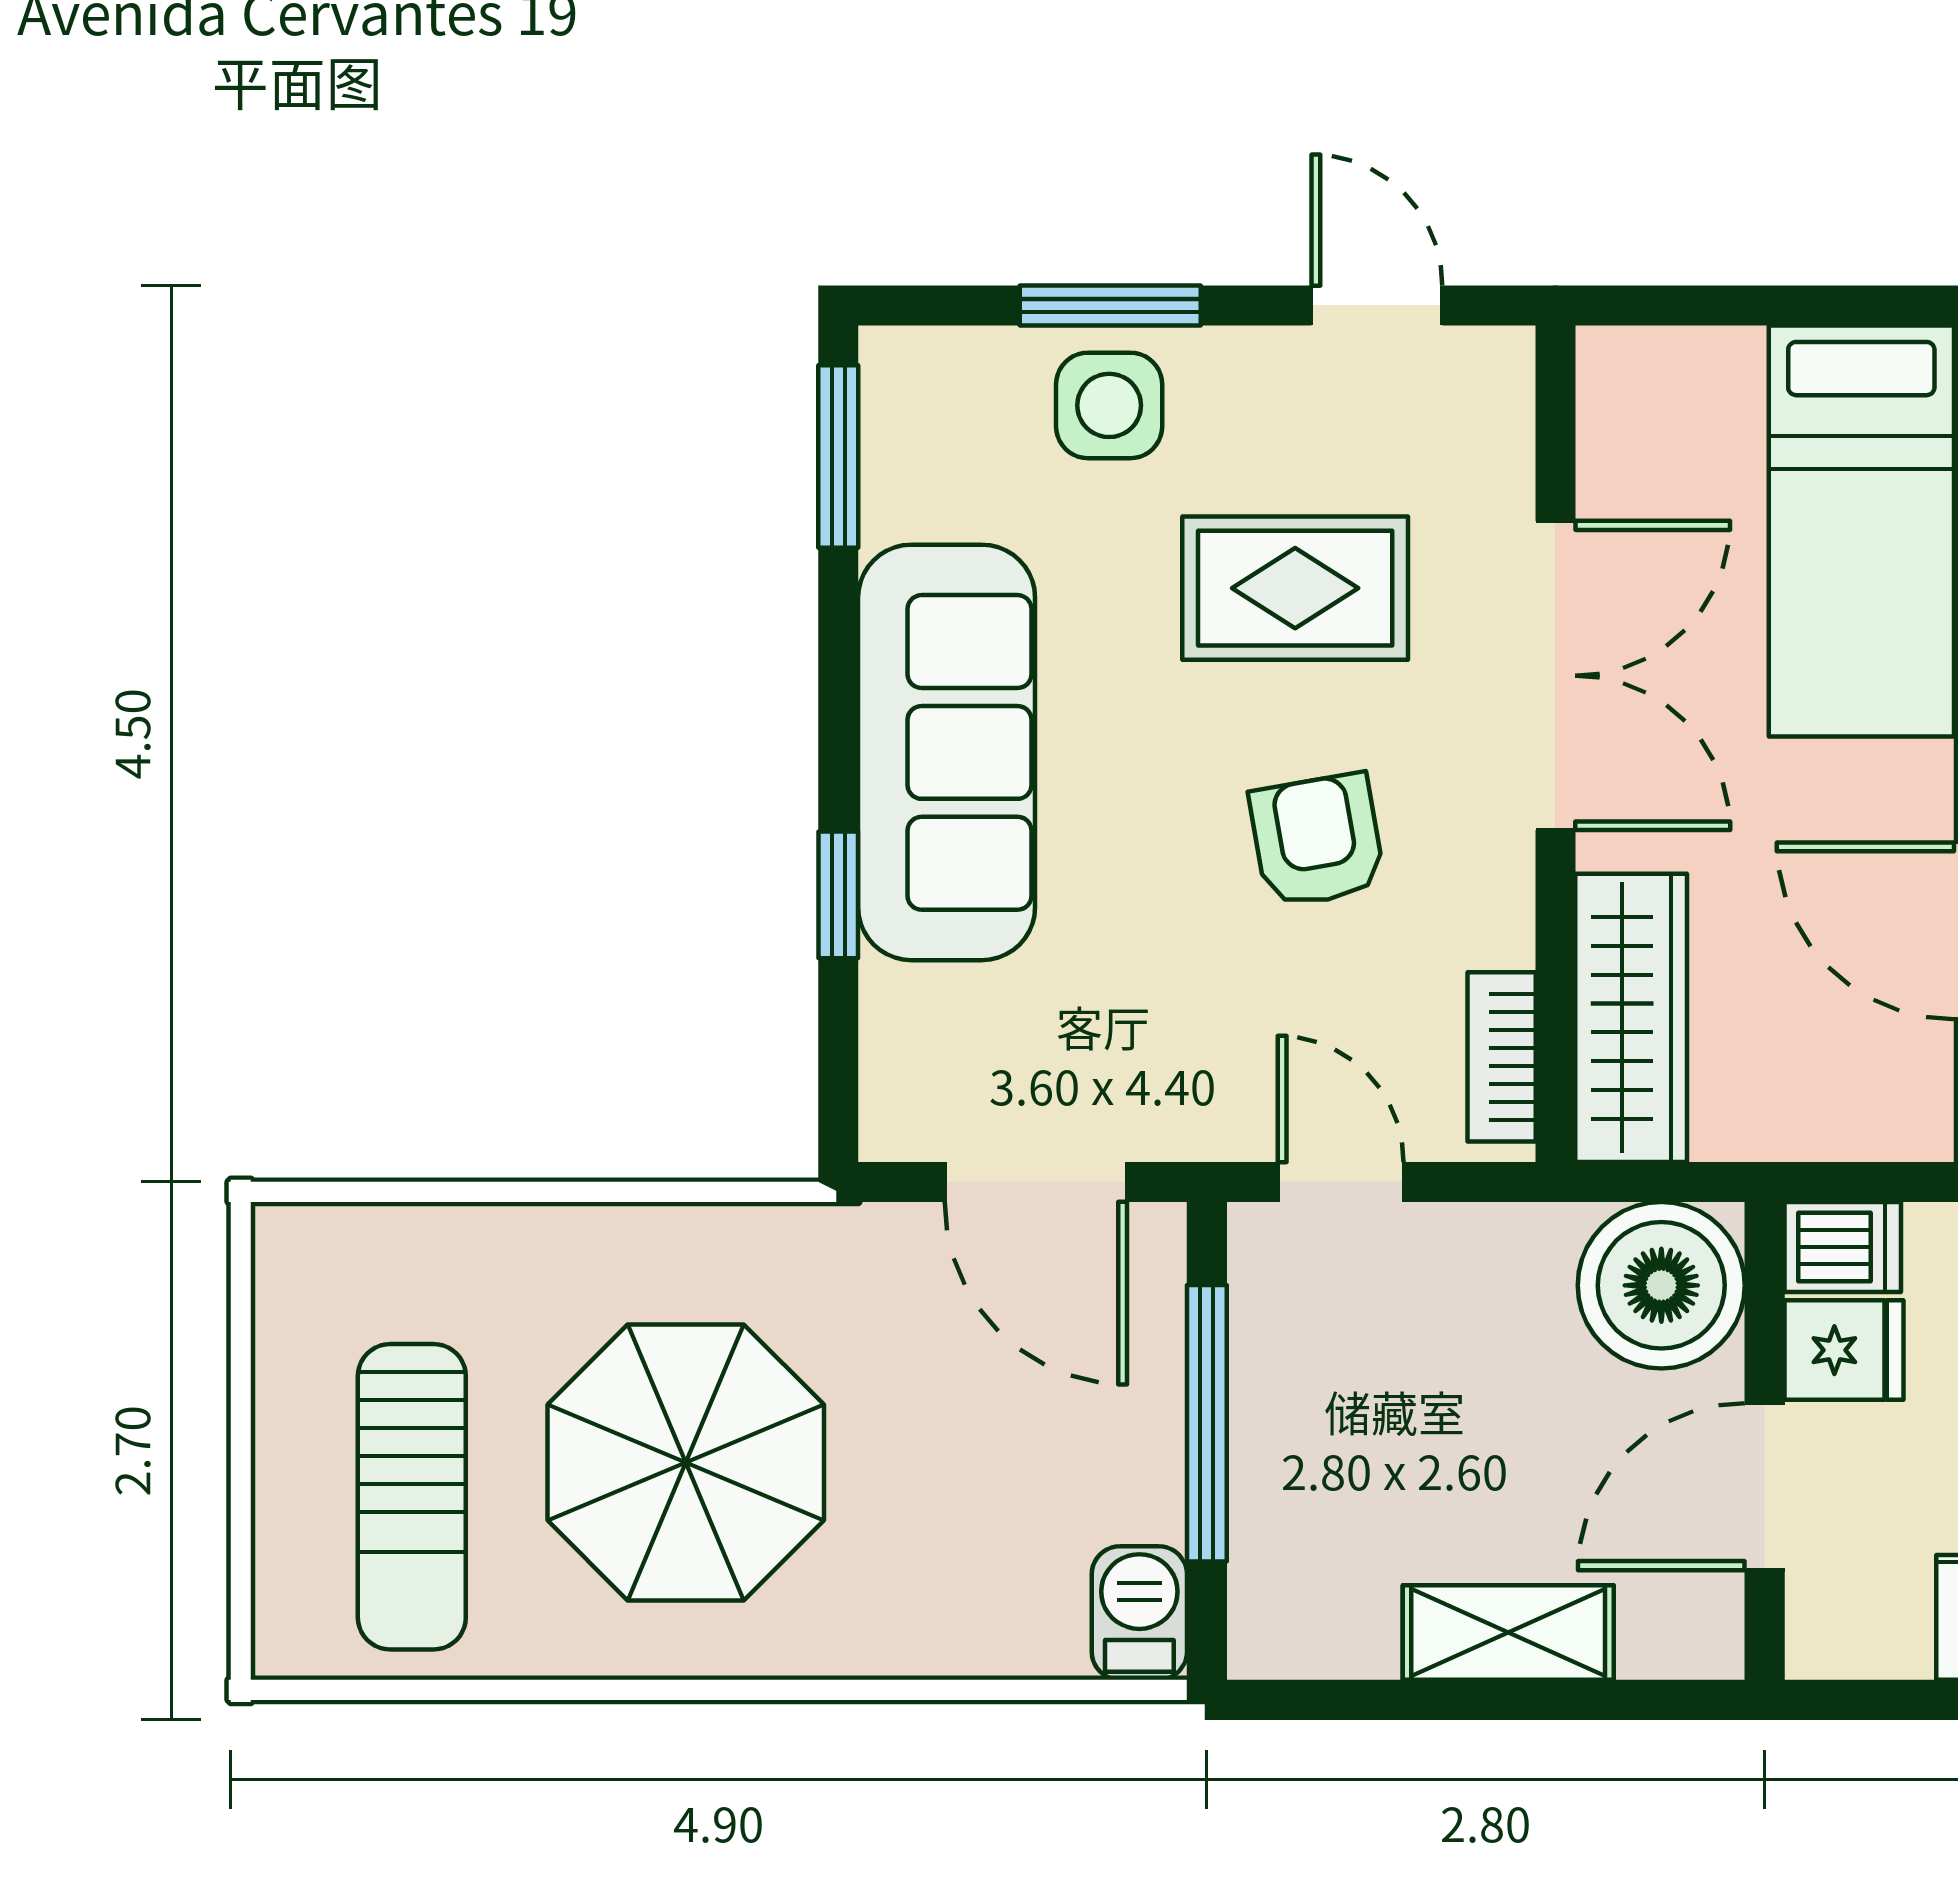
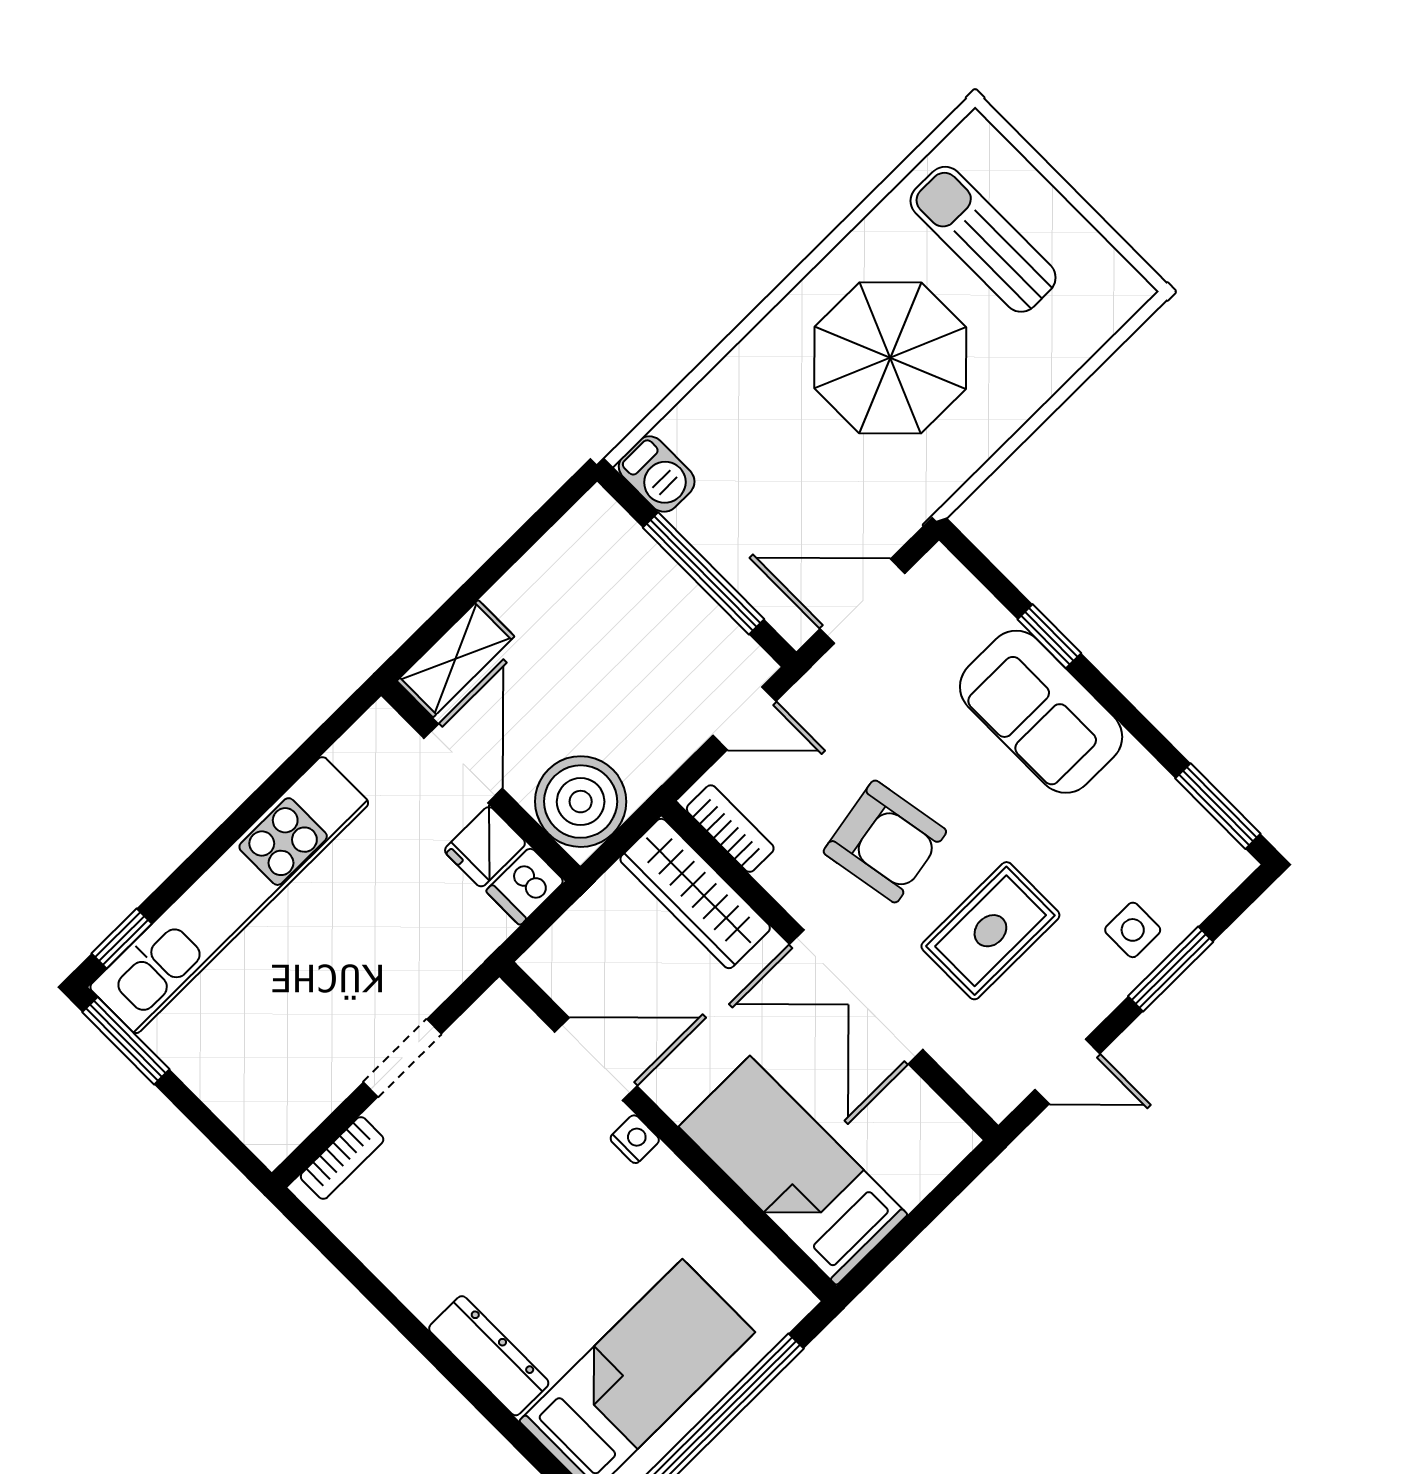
side table: (1109, 405) -> (1133, 930), width x0.73, depth x0.73
sofa: (947, 752) -> (1041, 712), width x0.73
armchair: (1317, 840) -> (885, 841), width x1.38, depth x1.38
shelving: (1508, 1633) -> (456, 659), moved

